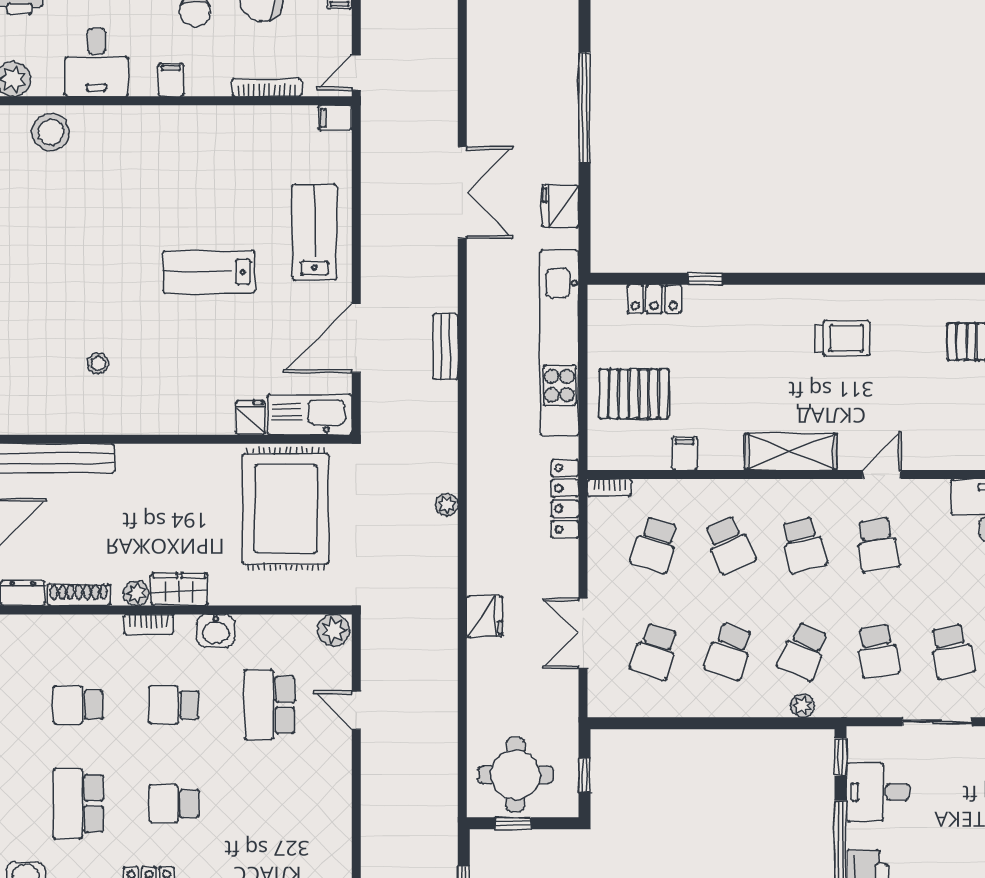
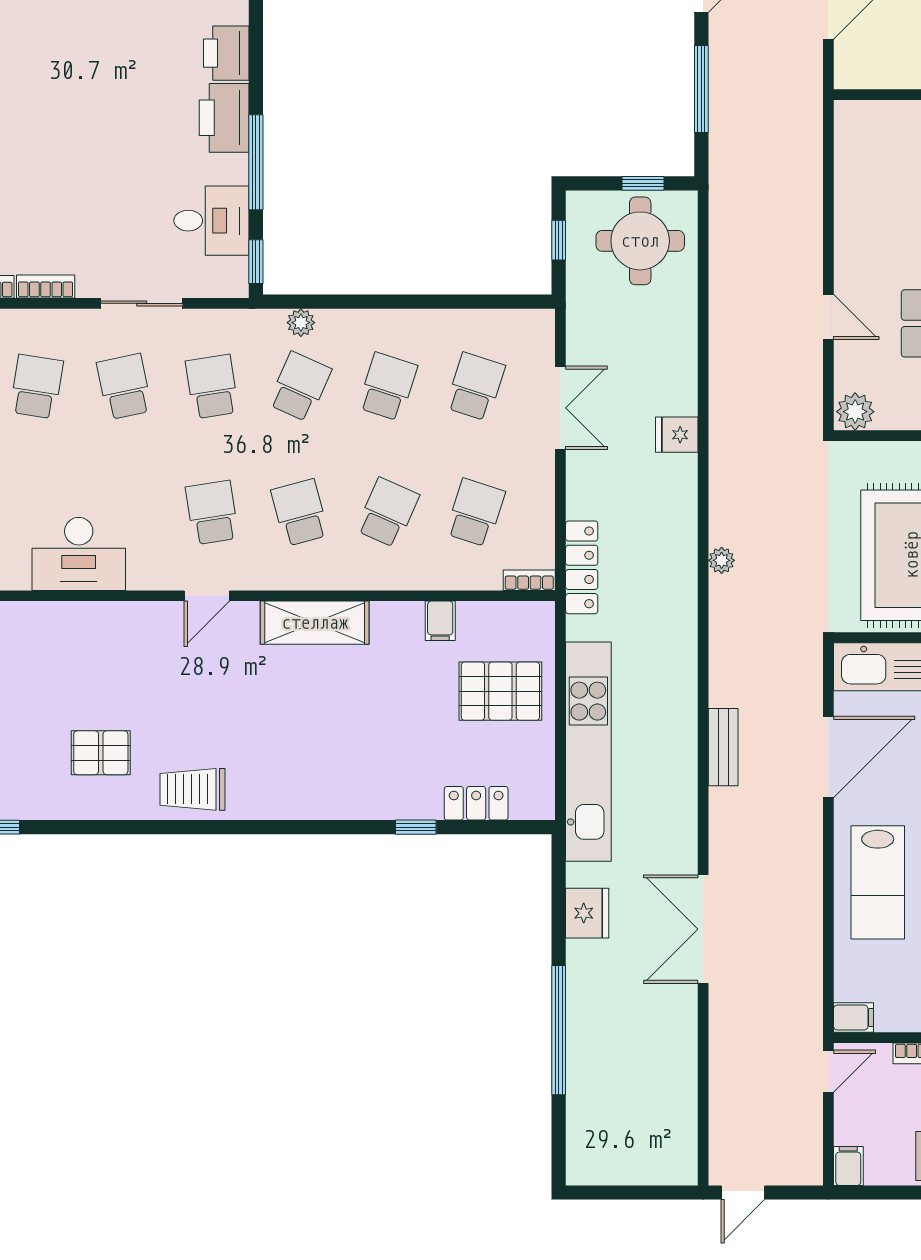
trolley: (843, 338) -> (192, 789), moved
school desk: (729, 545) -> (388, 513), turned 48
fridge: (485, 616) -> (677, 435), width x0.72

